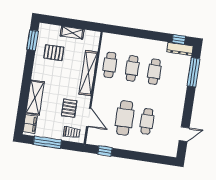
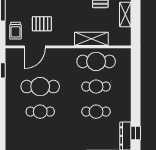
cafe table: (110, 65) -> (96, 61), width x1.37, depth x1.35
shelving: (88, 73) -> (91, 39), width x0.68

